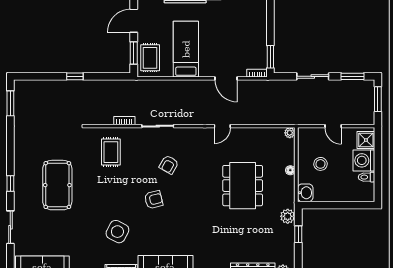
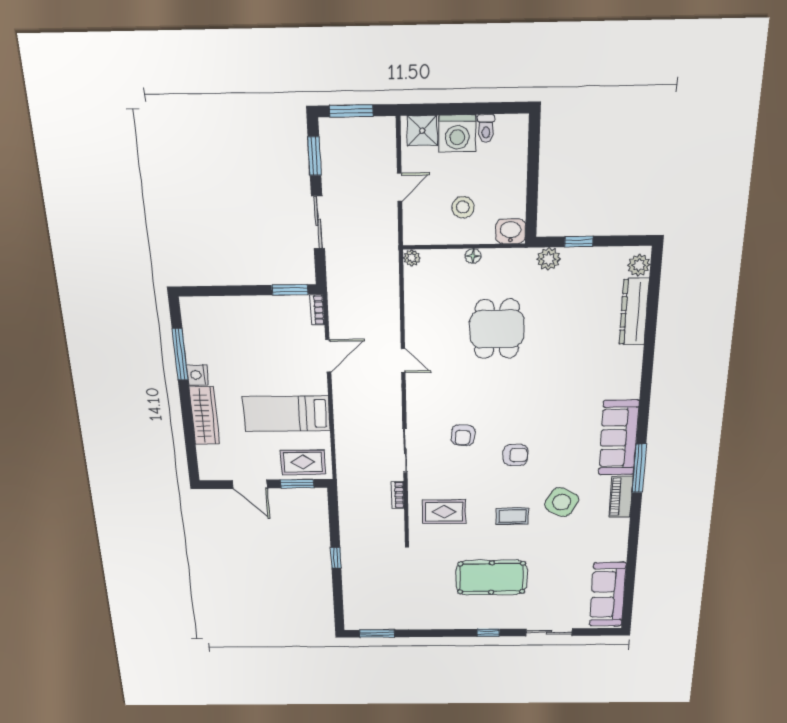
armchair: (169, 165) -> (463, 435), turned 65
dining table: (243, 186) -> (497, 329), width x0.73
coffee table: (107, 198) -> (512, 516), added
armchair: (154, 200) -> (516, 455), turned 104

